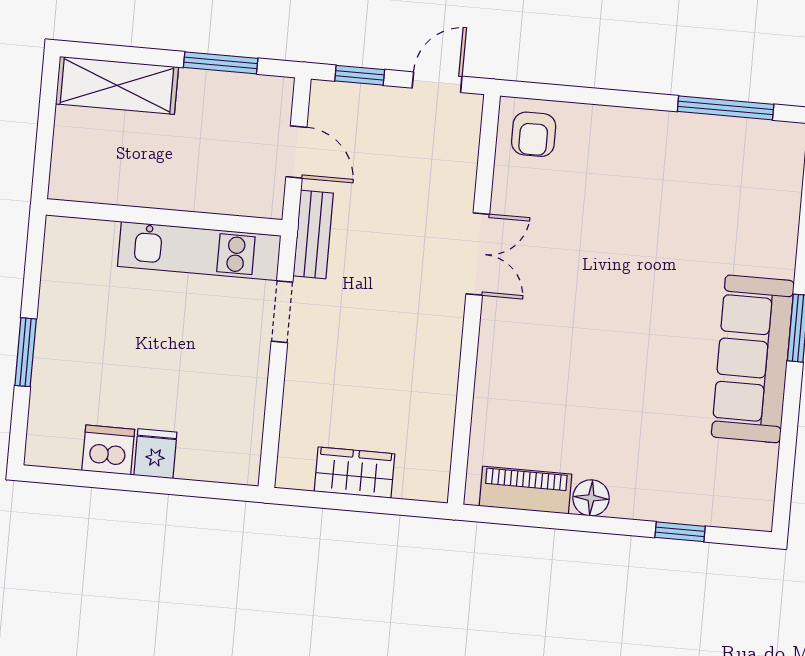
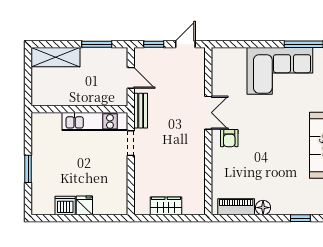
armchair: (534, 134) -> (229, 138), moved
corner sofa: (662, 168) -> (280, 71), added

